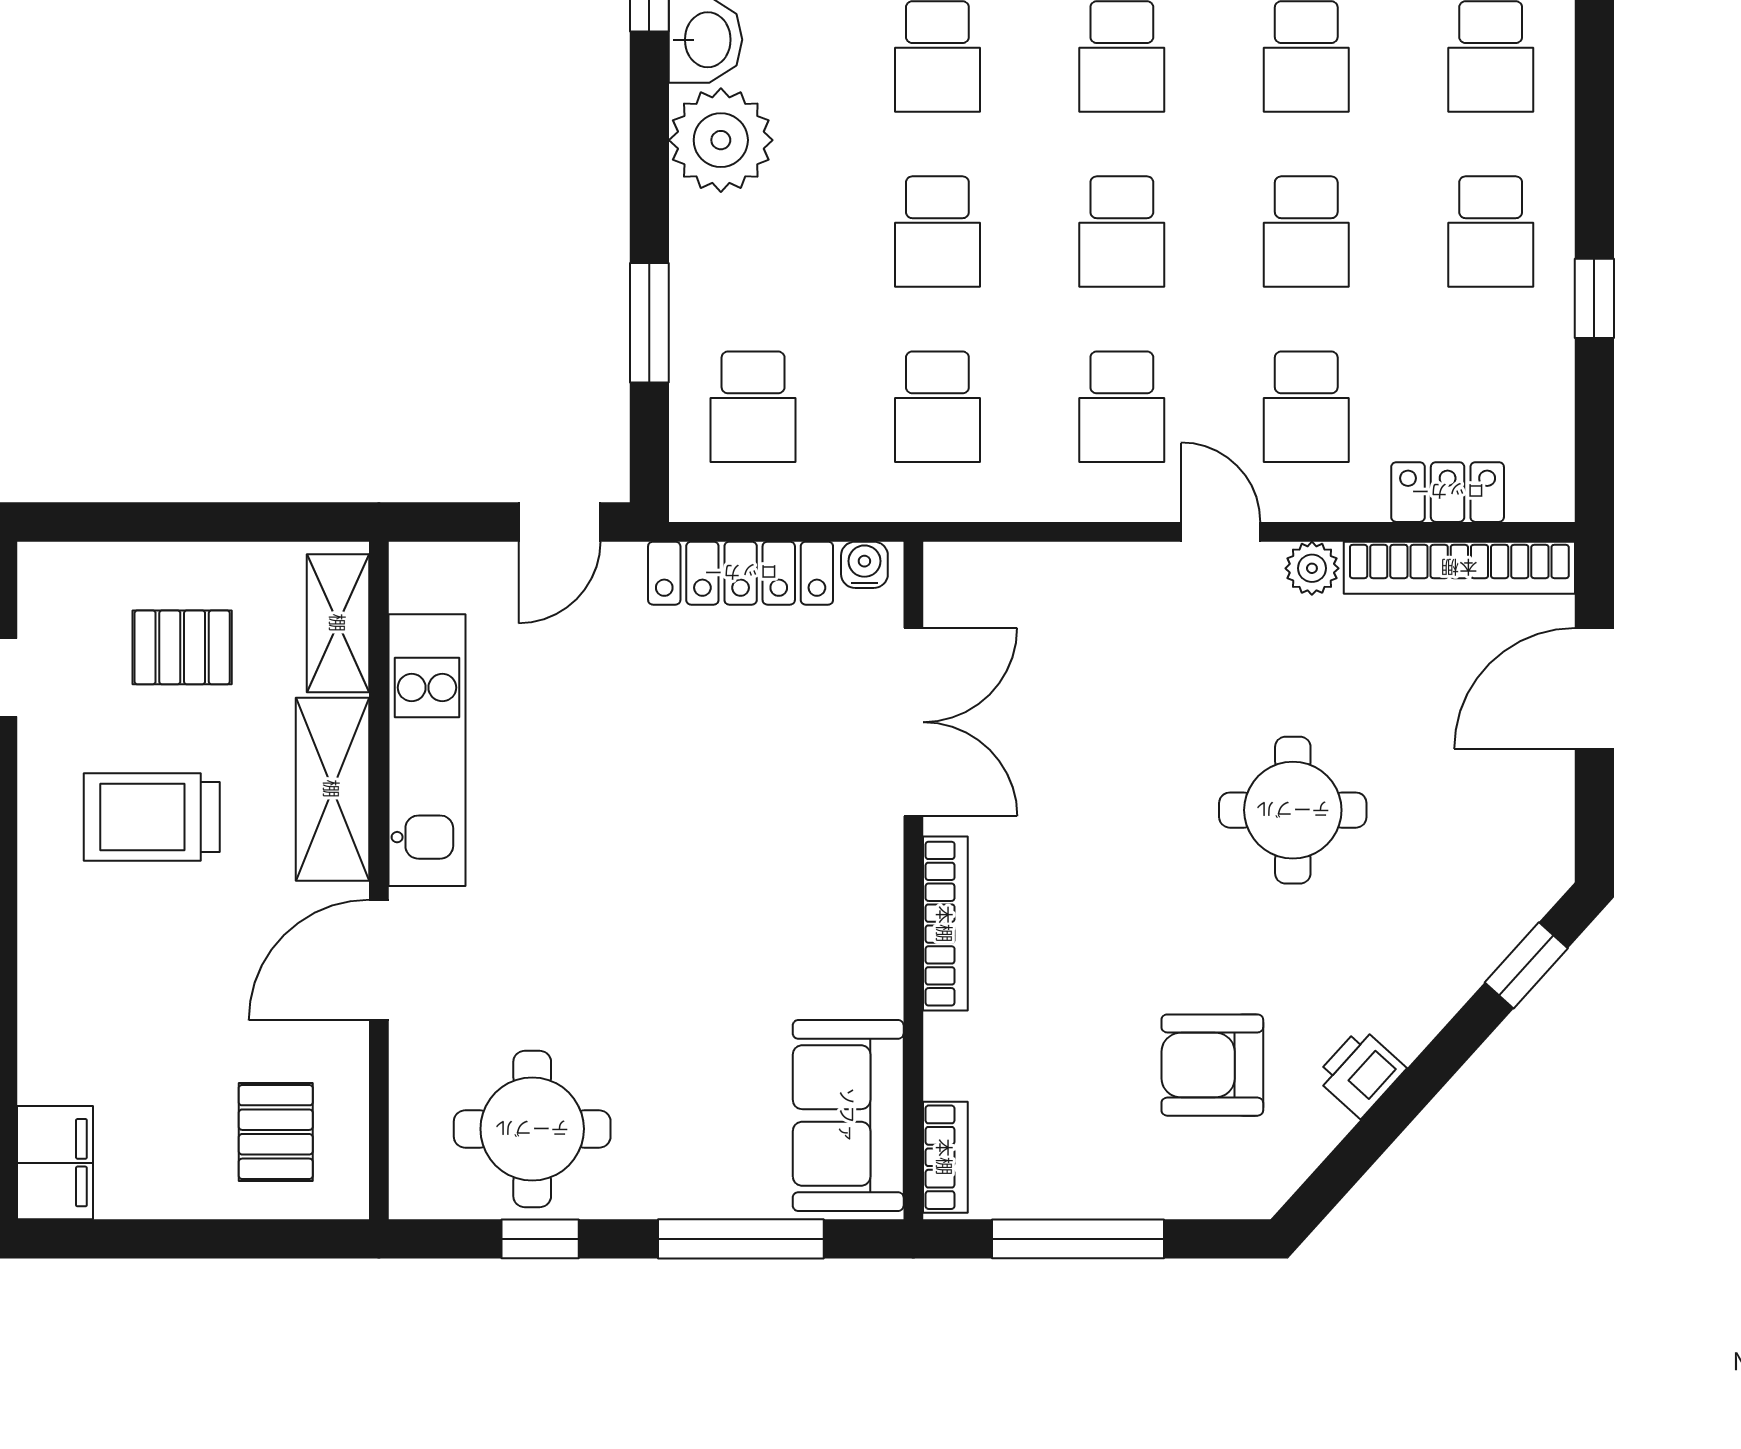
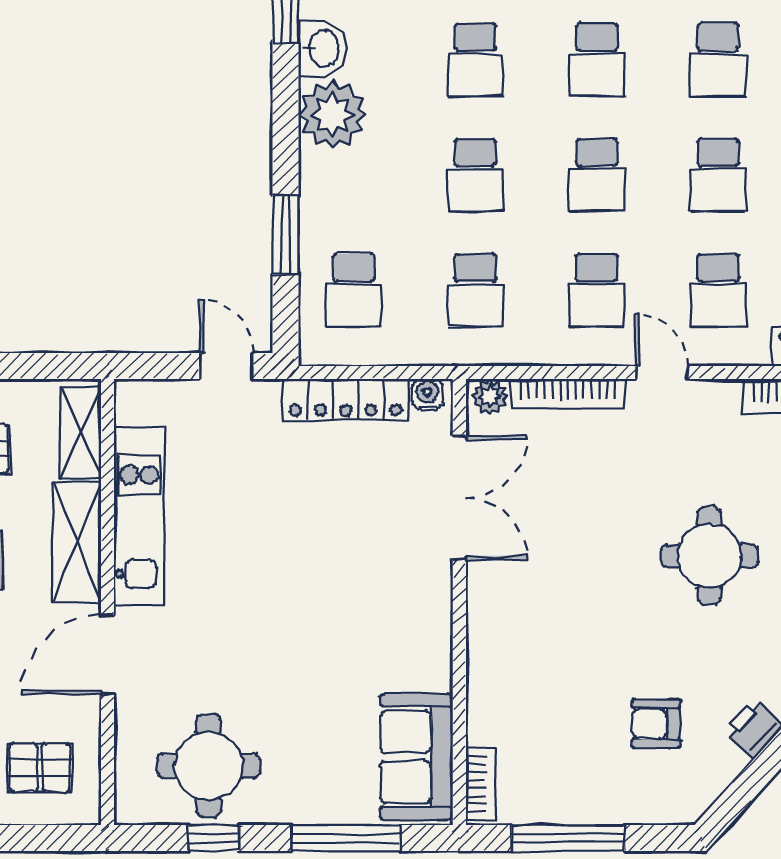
door: (559, 522) -> (226, 366), swing flipped
plant: (1312, 568) -> (490, 397), moved
bookcase: (945, 924) -> (568, 394), moved, turned 90
armchair: (1212, 1065) -> (656, 724), width x0.72, depth x0.72
pallet: (276, 1132) -> (40, 768), turned 90

